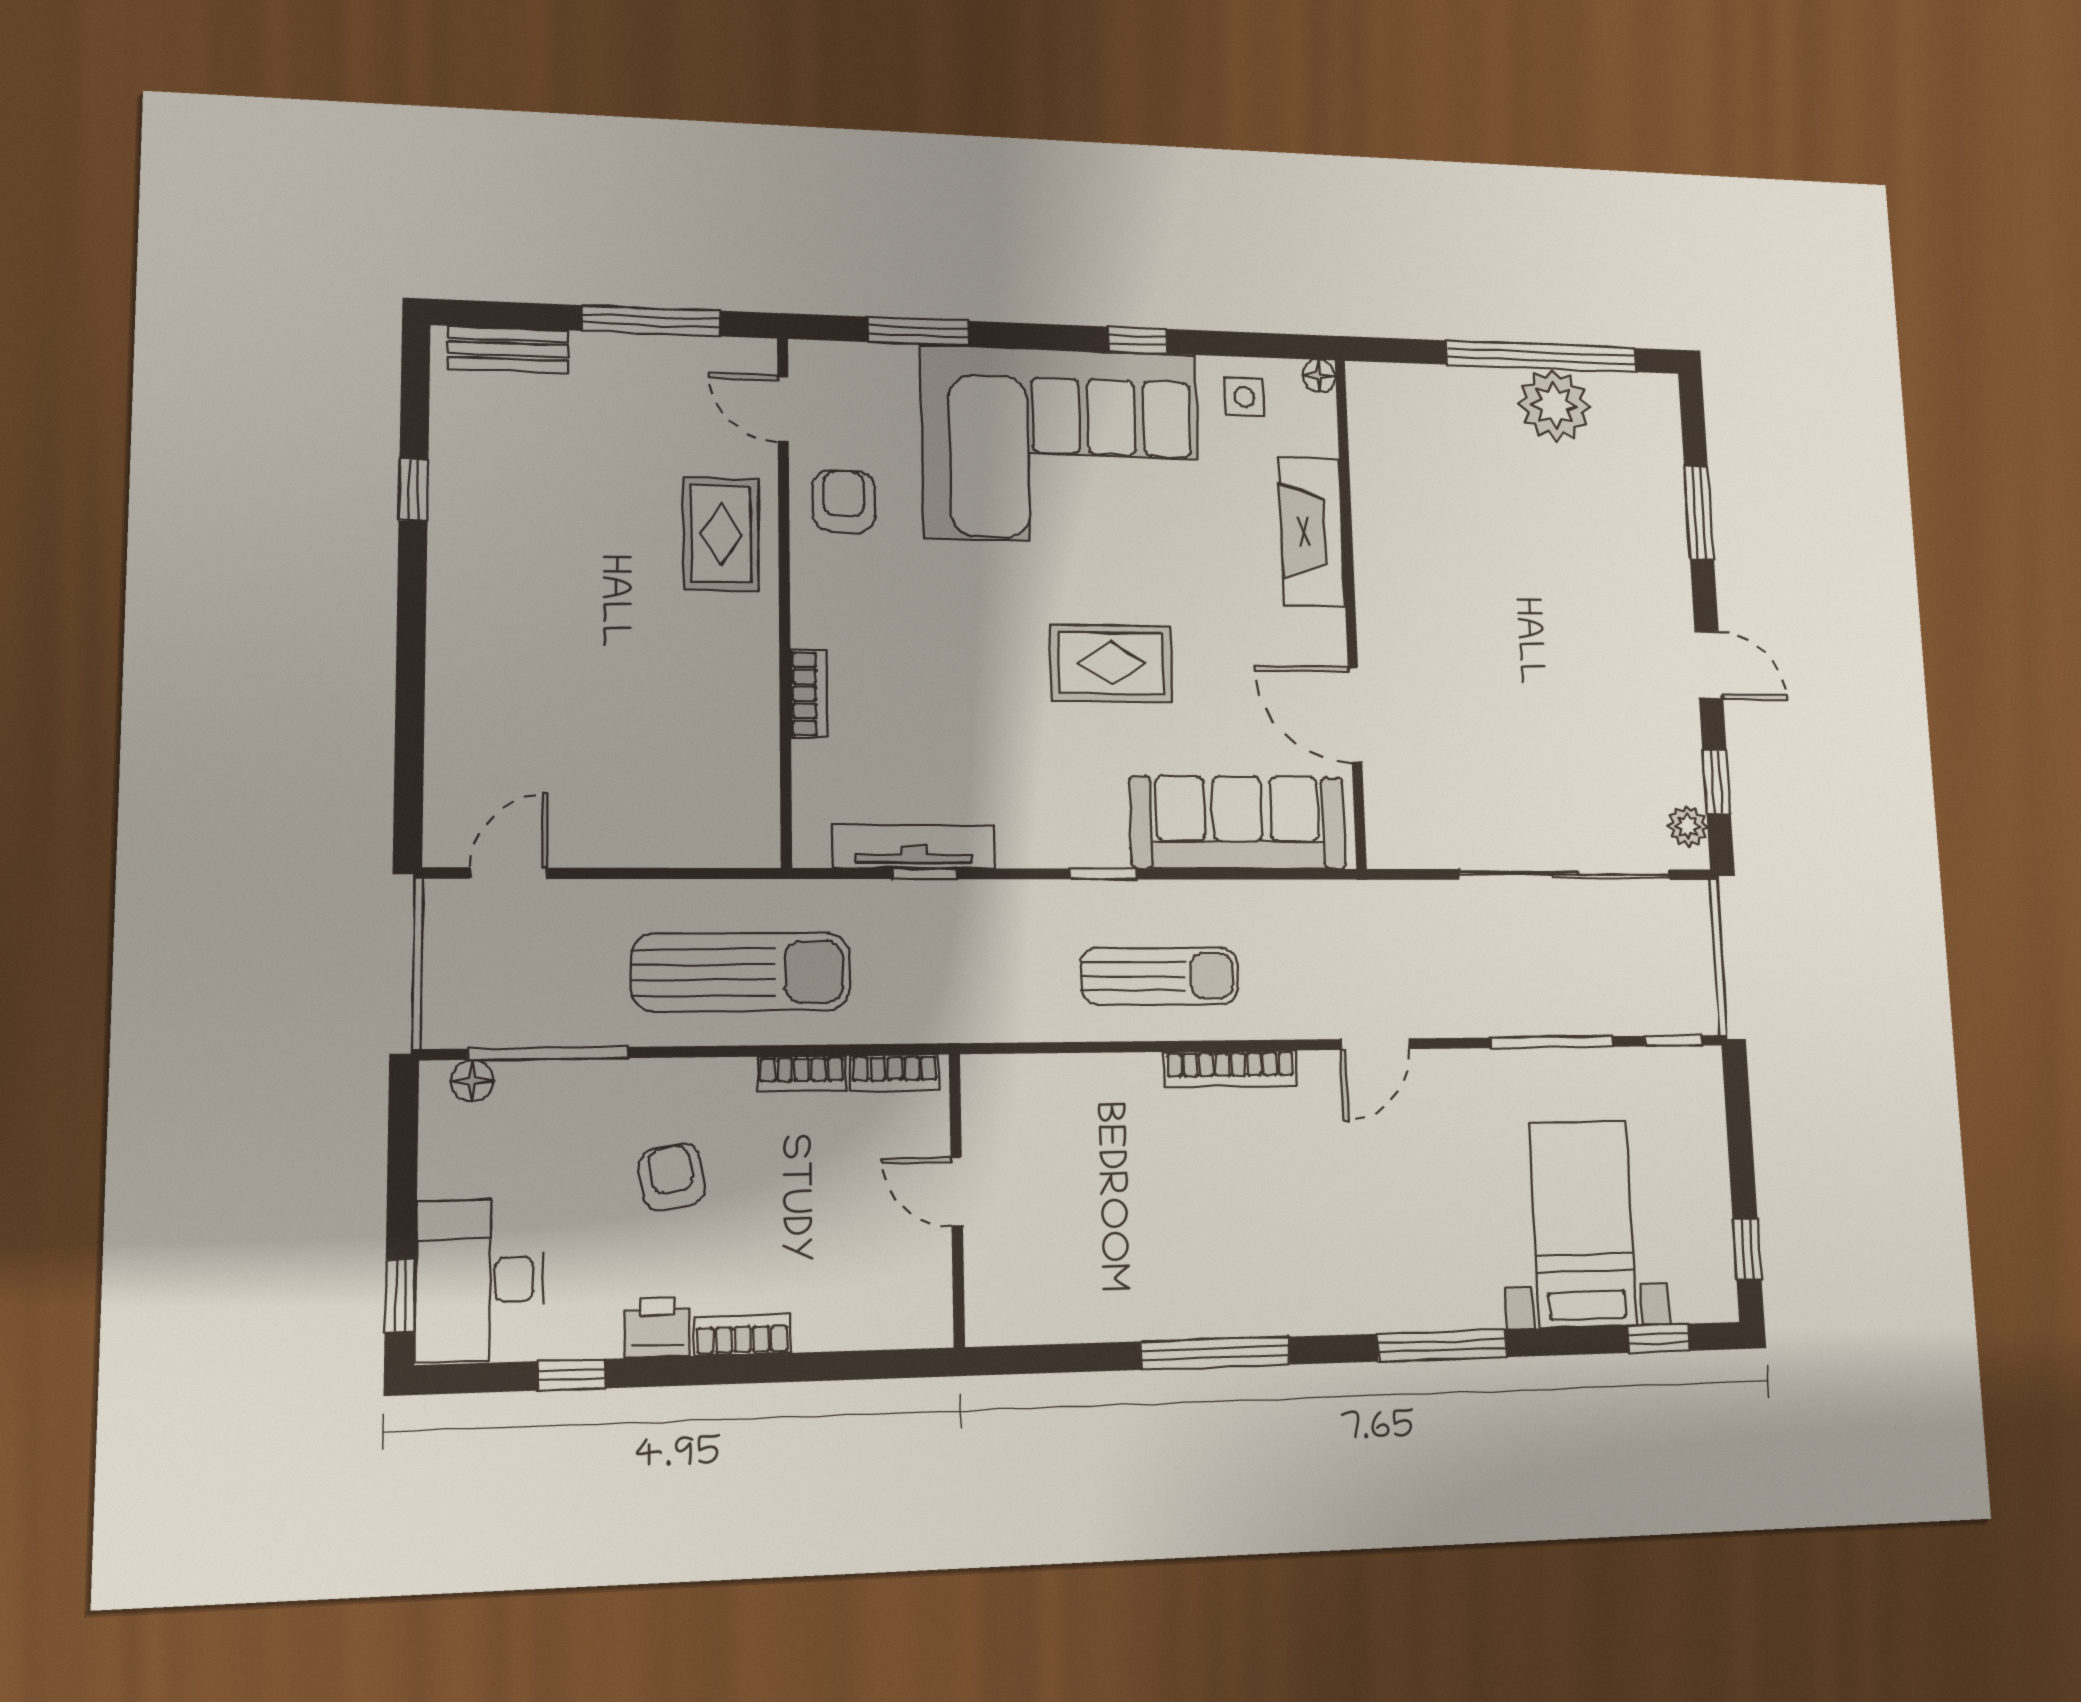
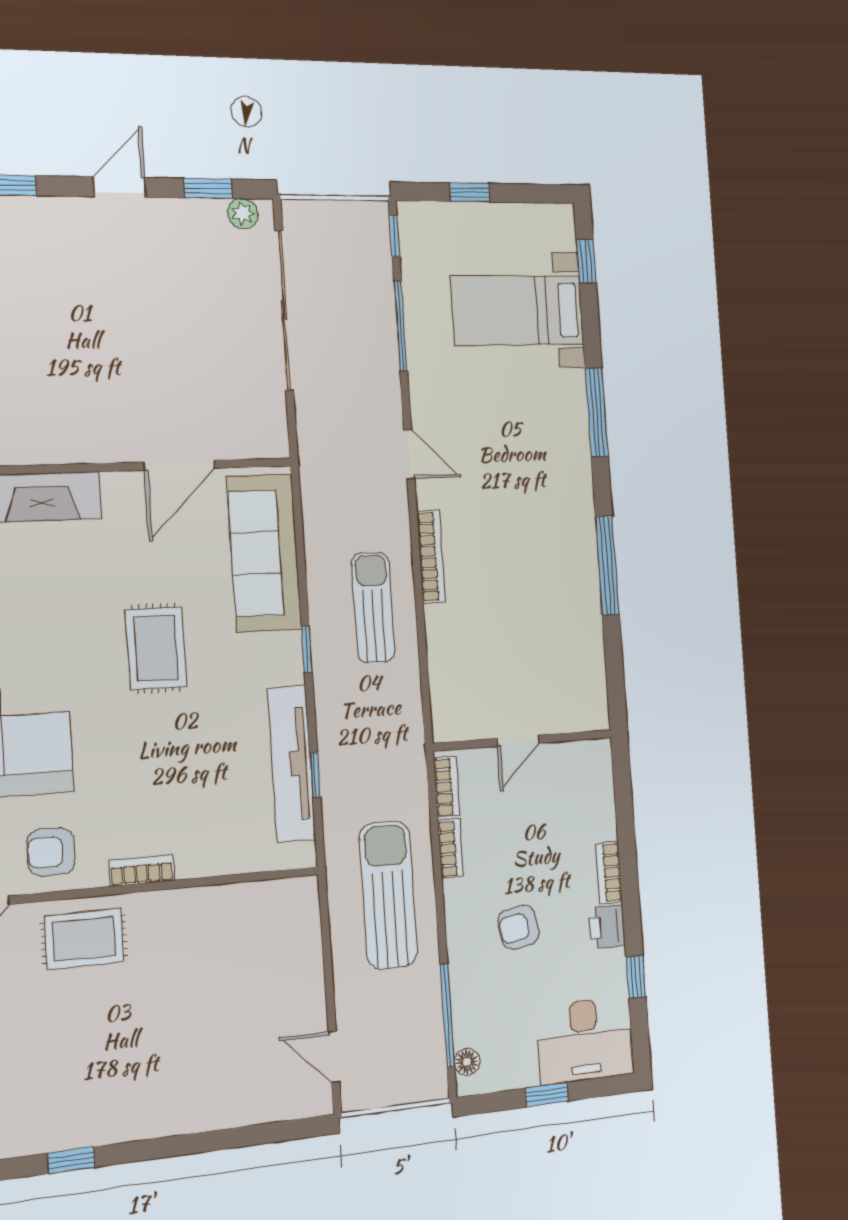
bookcase: (809, 694) -> (142, 871), moved
tv unit: (914, 846) -> (291, 764), width x1.36, depth x1.29
window: (1747, 1249) -> (470, 192), moved
window: (400, 1296) -> (547, 1095), moved

